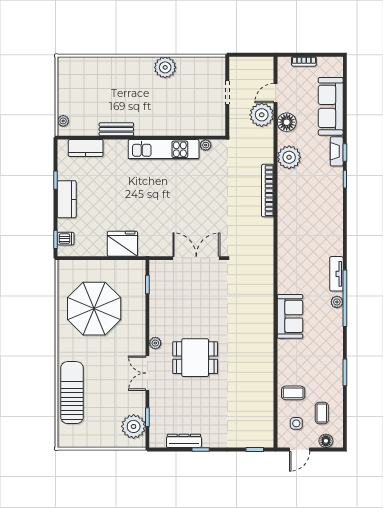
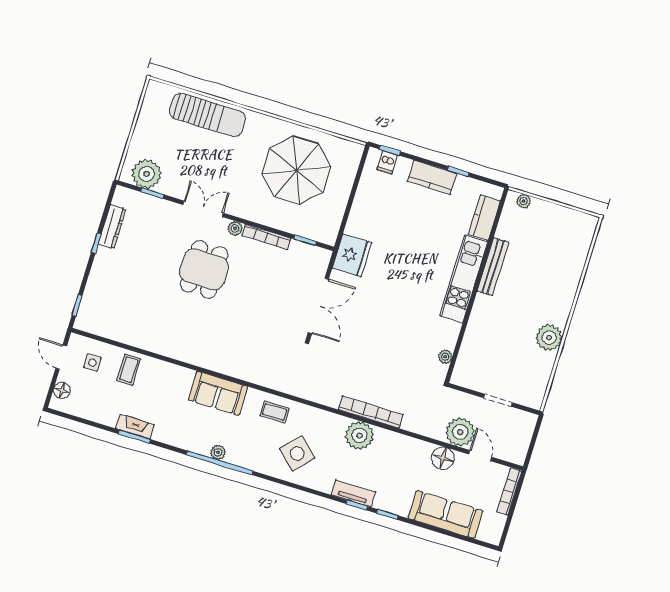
bookcase: (304, 61) -> (509, 492), width x1.56
bench: (116, 129) -> (493, 267), width x1.36
kitchen unit: (164, 149) -> (464, 279), moved
fireplace: (337, 151) -> (135, 427), moved
plant: (289, 157) -> (359, 436), moved
side table: (319, 239) -> (297, 453), added
fridge: (122, 244) -> (352, 255), moved
tv unit: (336, 274) -> (353, 493), moved
bookcase: (154, 316) -> (266, 237), added
coffee table: (322, 413) -> (275, 412), moved

